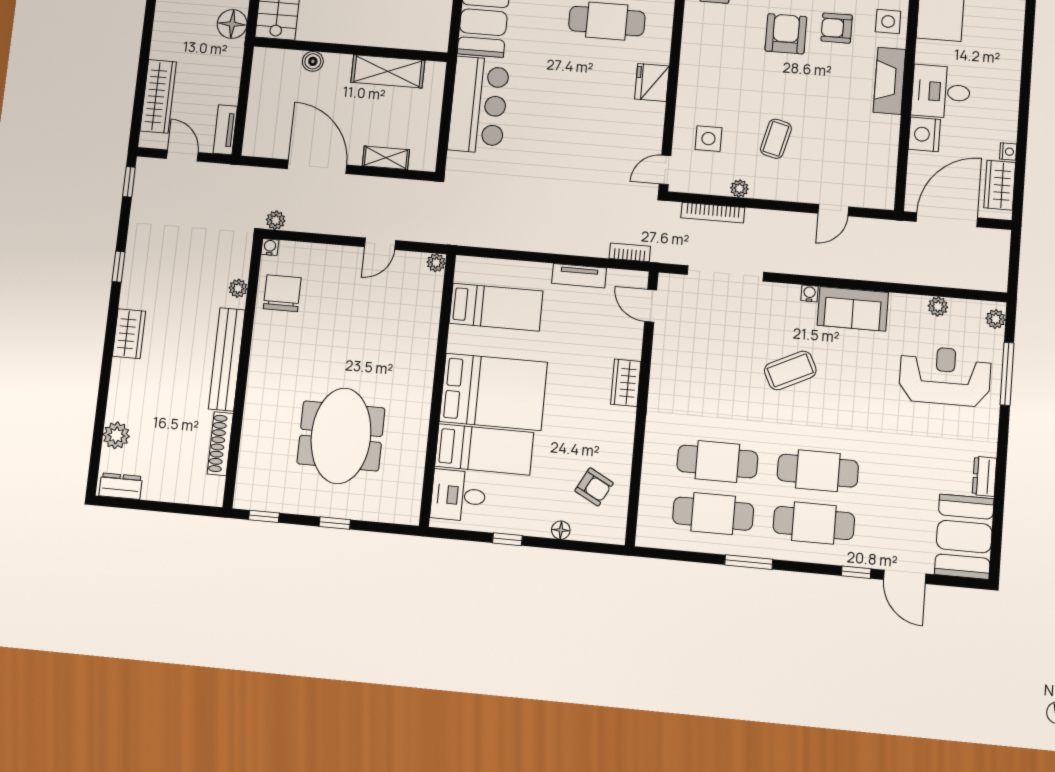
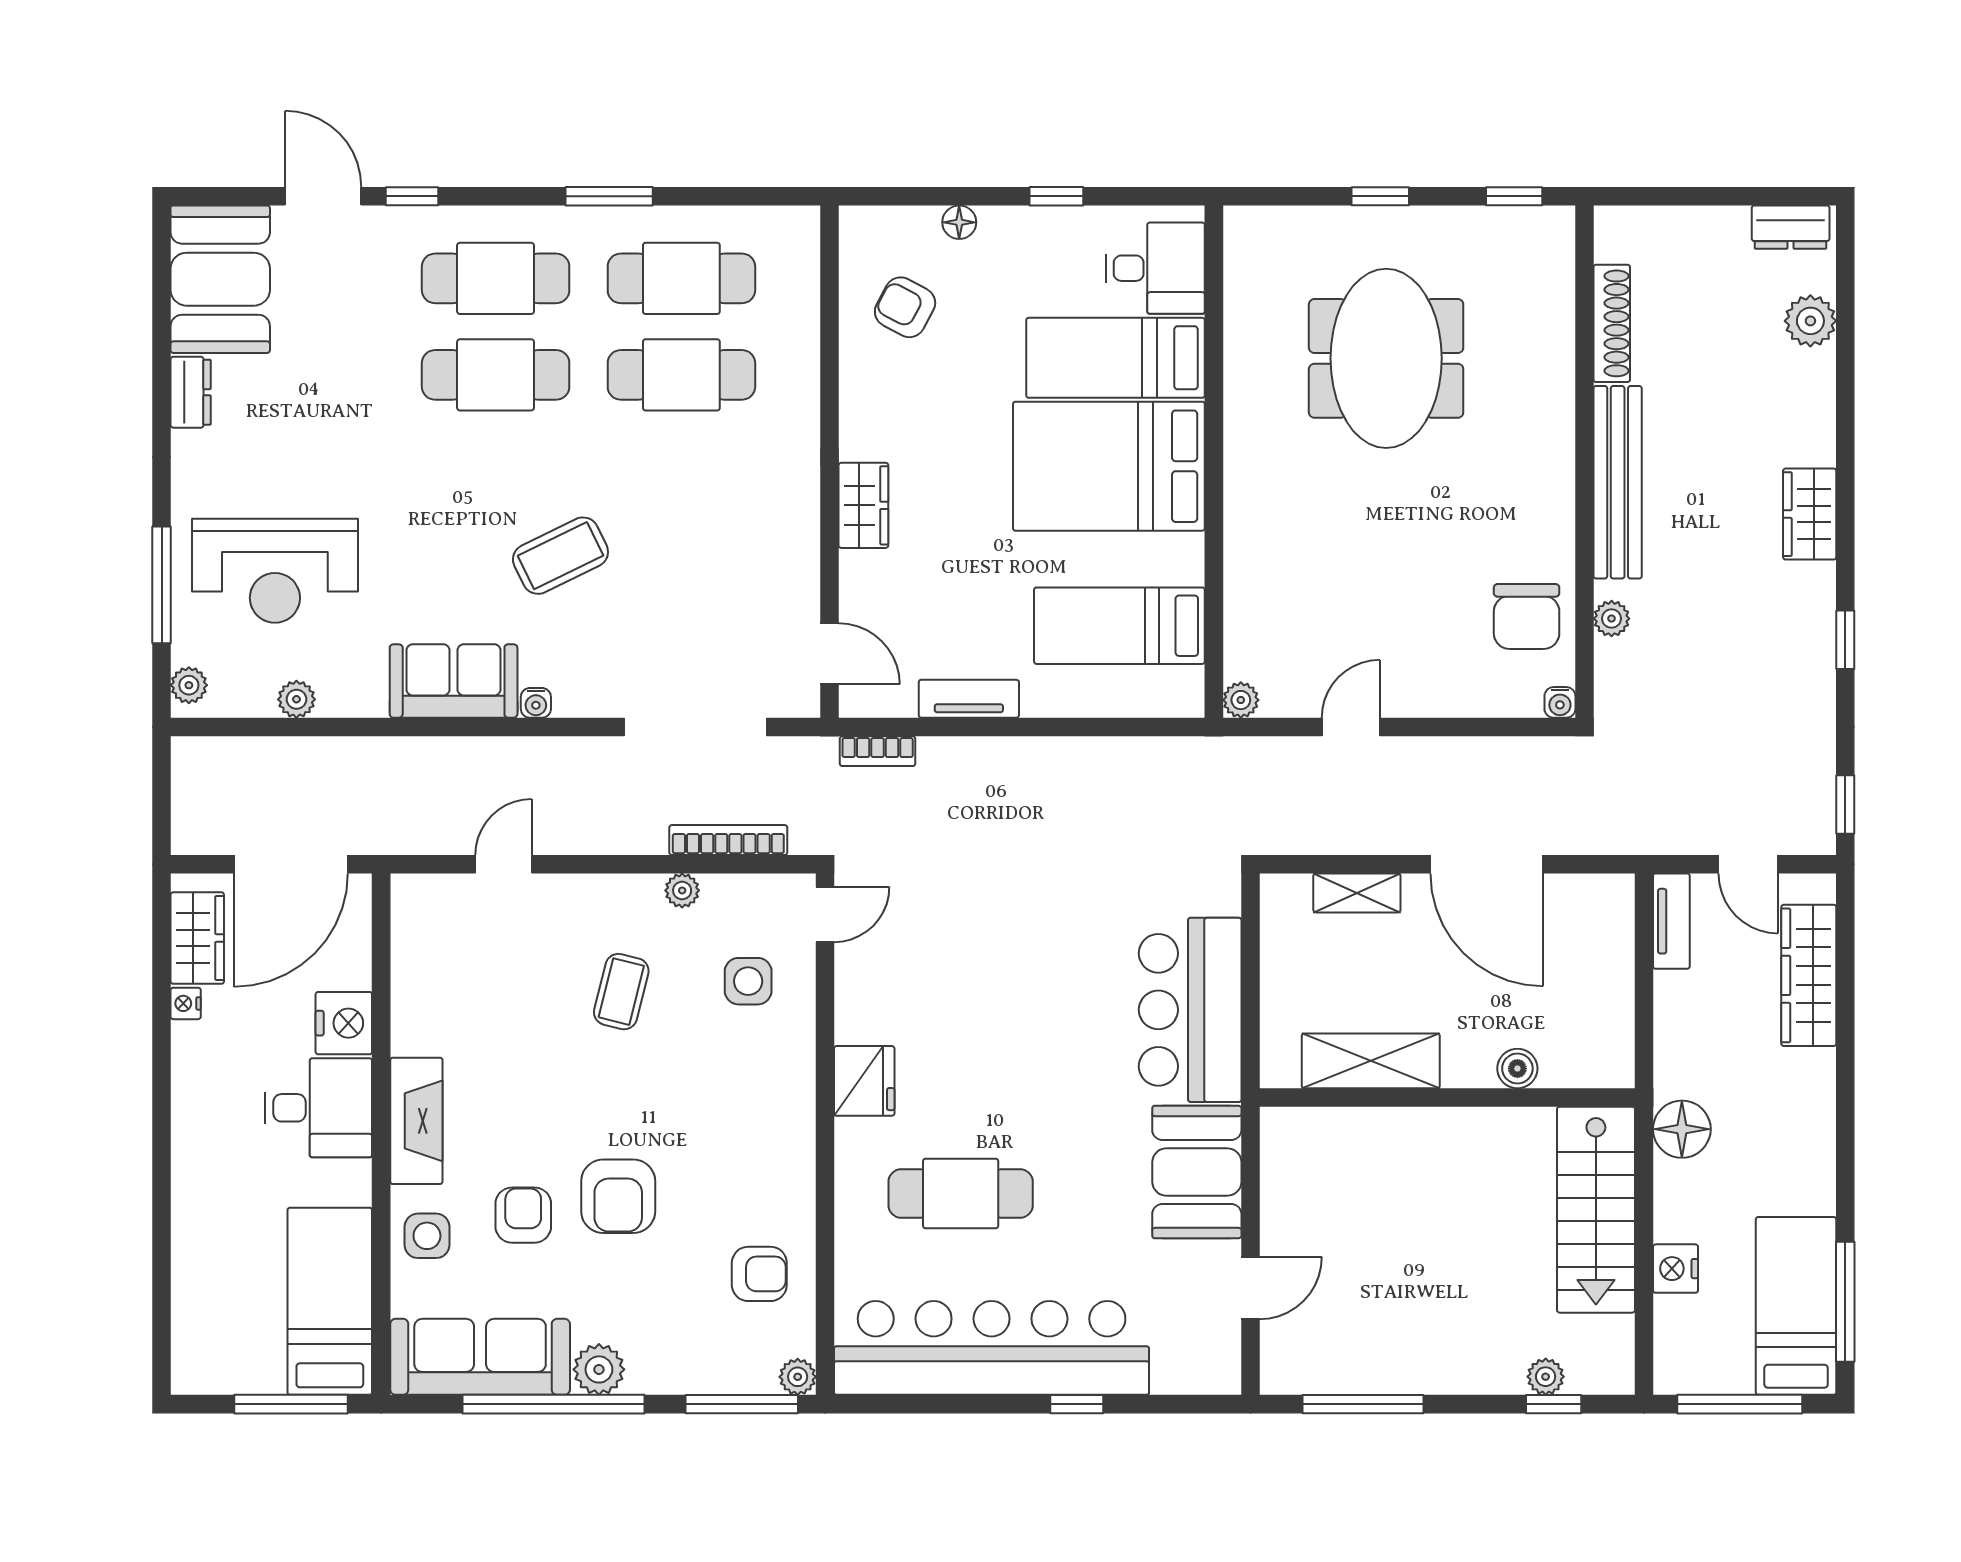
armchair: (837, 28) -> (523, 1215), turned -90
plant: (276, 220) -> (1555, 755), removed

